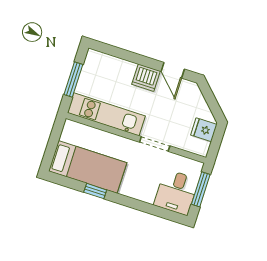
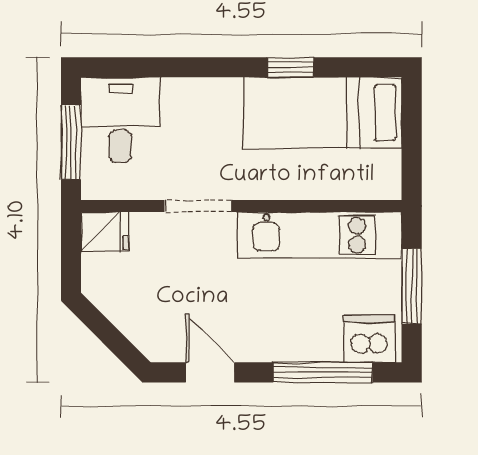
window: (124, 55) -> (323, 372), added
dishwasher: (146, 78) -> (370, 339), moved
fridge: (204, 130) -> (105, 232), moved

